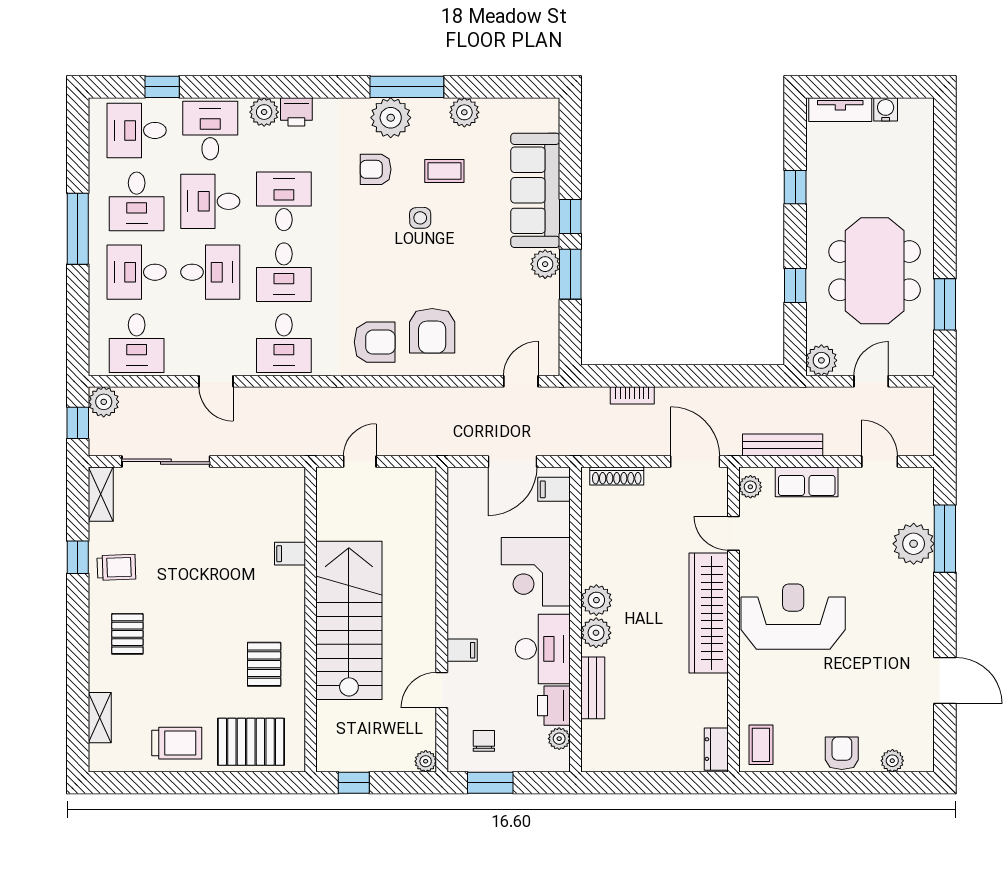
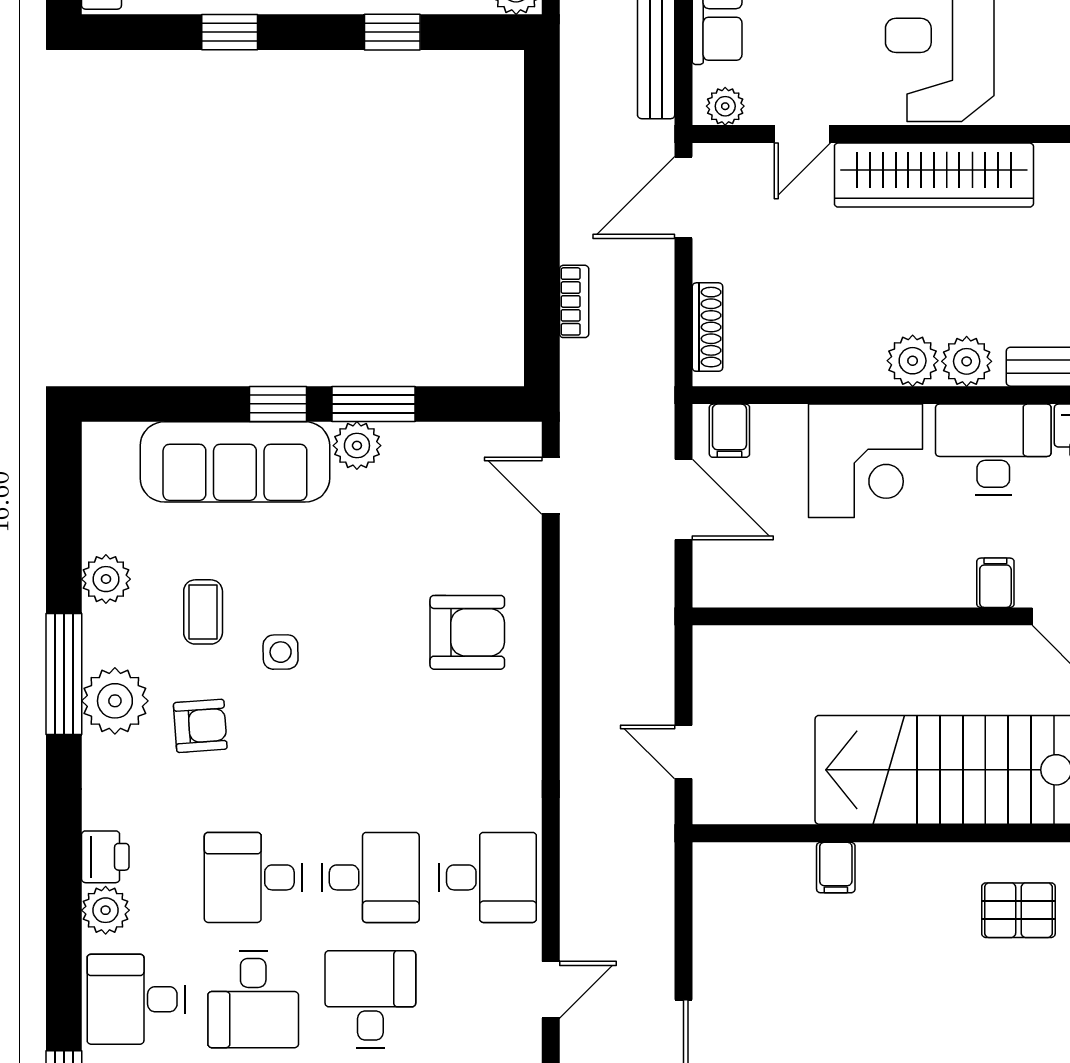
armchair: (376, 169) -> (200, 726), turned -94
armchair: (375, 342) -> (486, 727), removed

